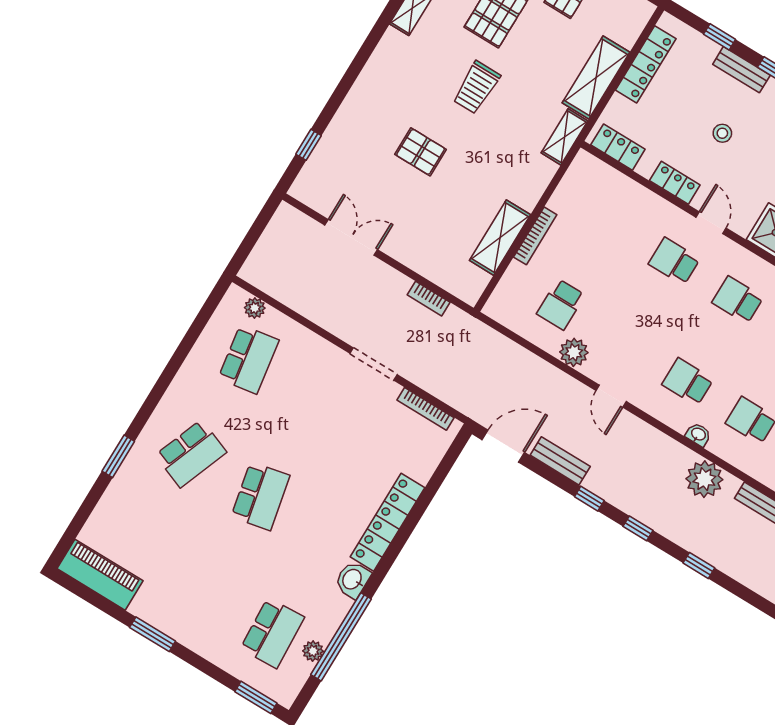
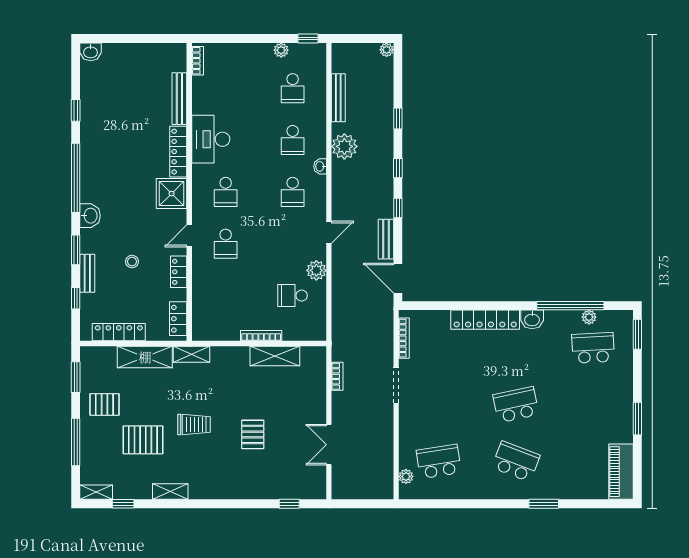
school desk: (561, 304) -> (293, 296), turned 180

